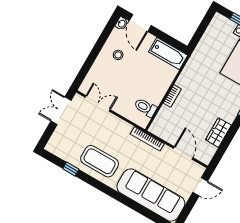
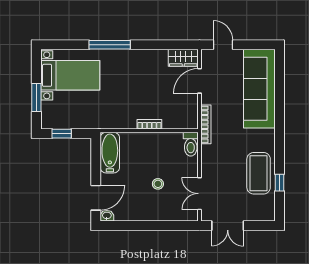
window: (204, 25) -> (62, 134), added
stool: (118, 55) -> (158, 184), moved
toilet: (145, 107) -> (191, 144), moved
wardrobe: (218, 133) -> (183, 58), moved
coffee table: (100, 161) -> (259, 173), moved

